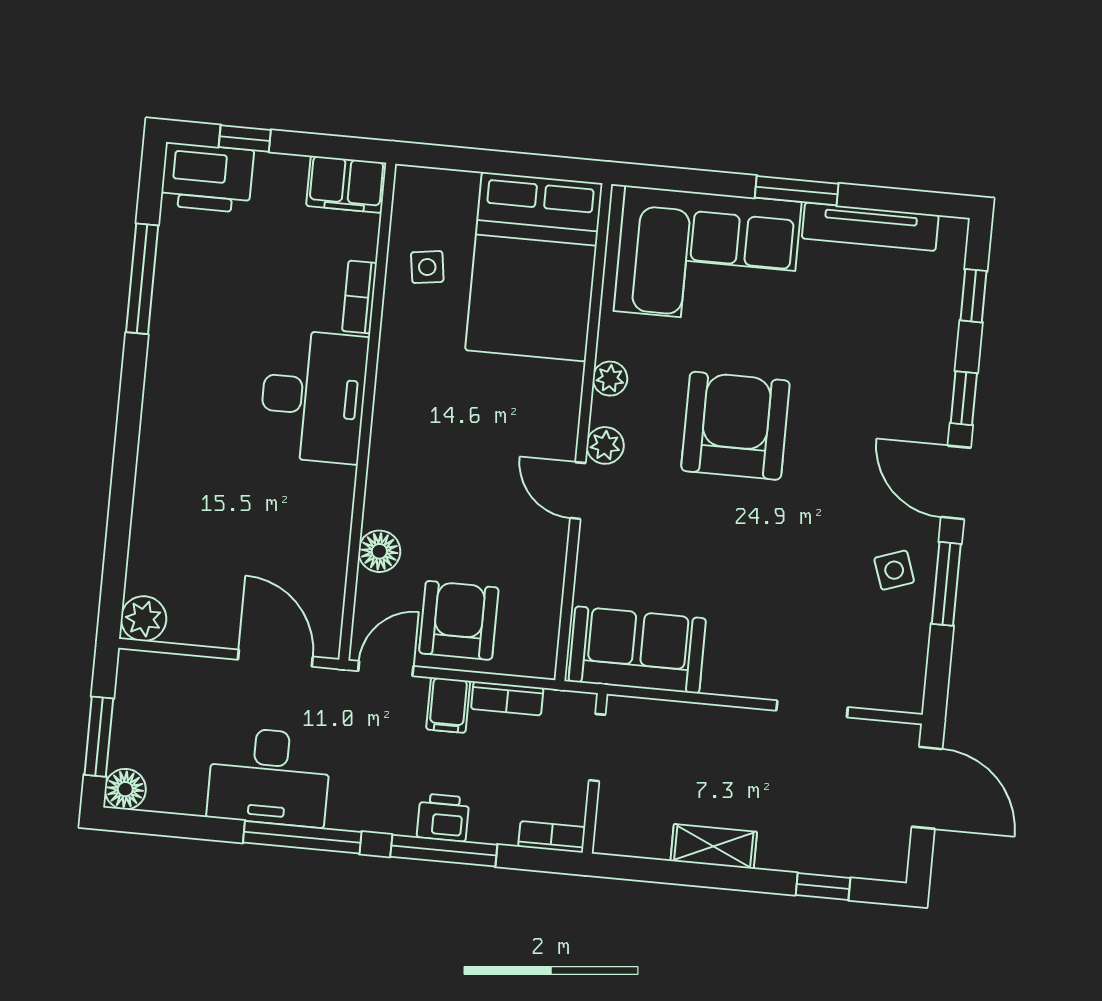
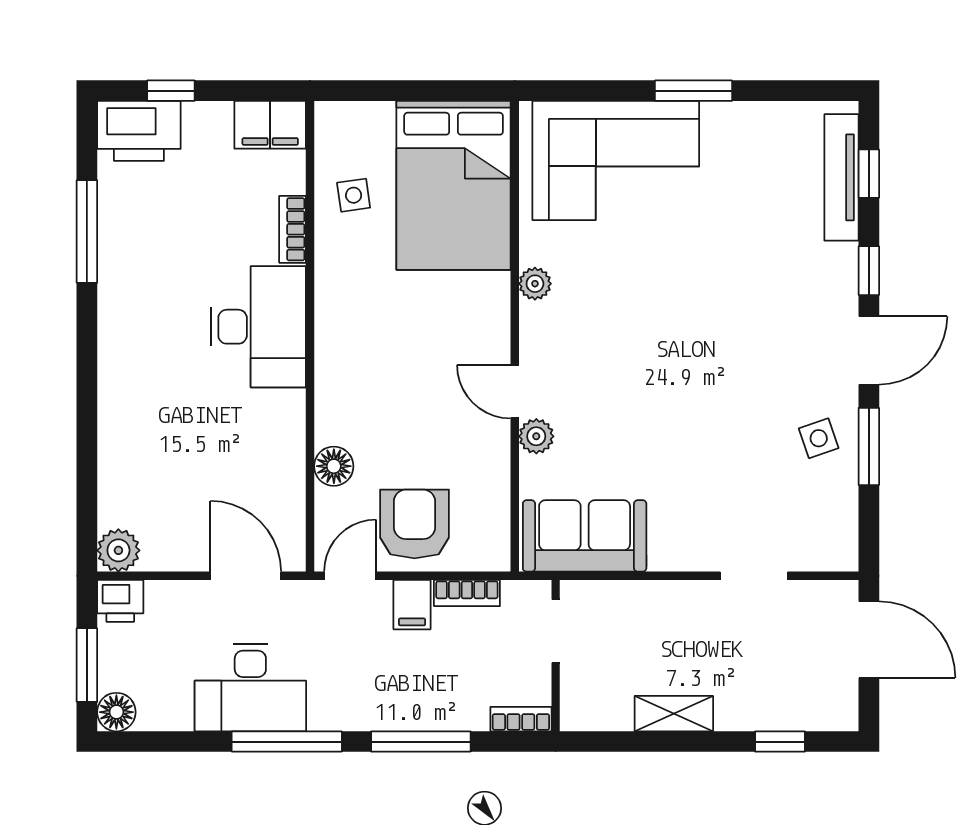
tv unit: (870, 227) -> (841, 177), moved, turned 90
armchair: (735, 426) -> (657, 317), removed
plant: (605, 445) -> (536, 436), moved
door: (956, 482) -> (869, 350), swing flipped
printer: (443, 817) -> (120, 601), moved, turned 180

